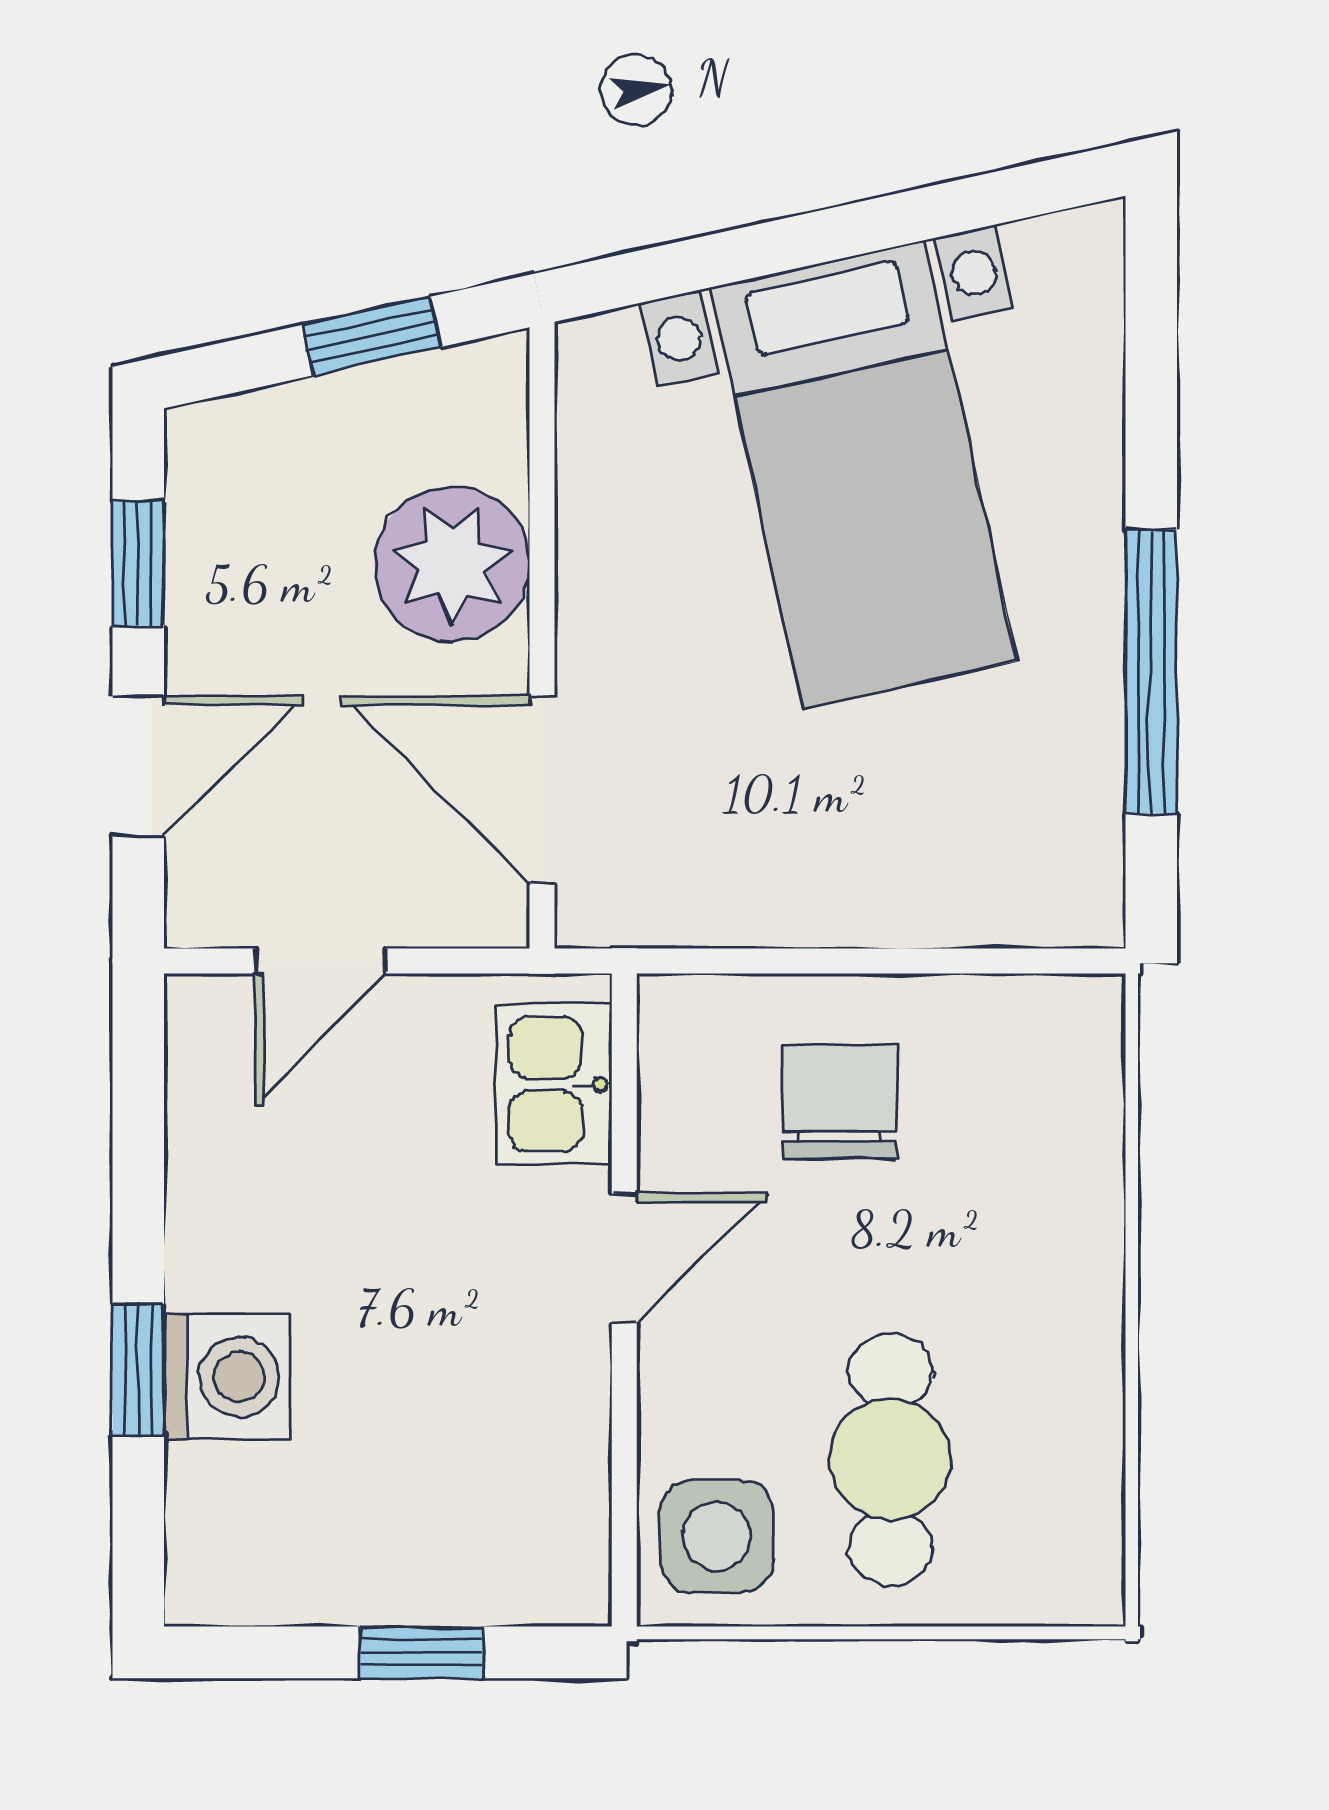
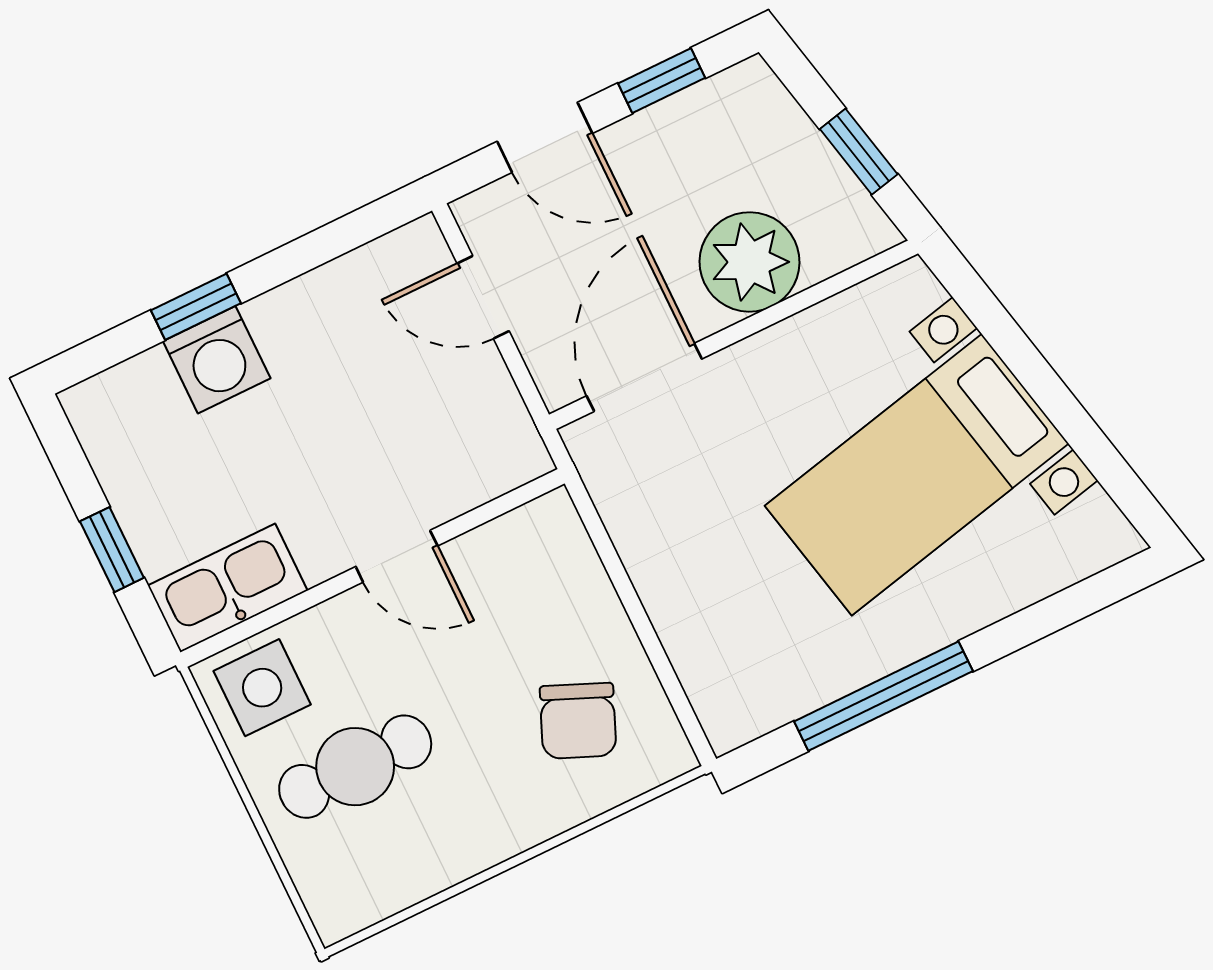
kitchen sink: (554, 1085) -> (228, 588), moved, width x1.38
chair: (839, 1102) -> (578, 721), moved, turned 113

